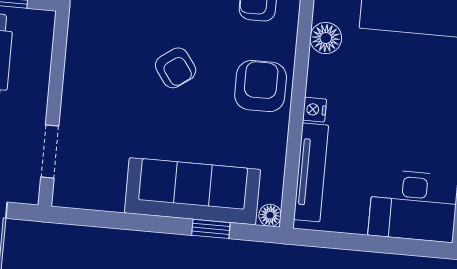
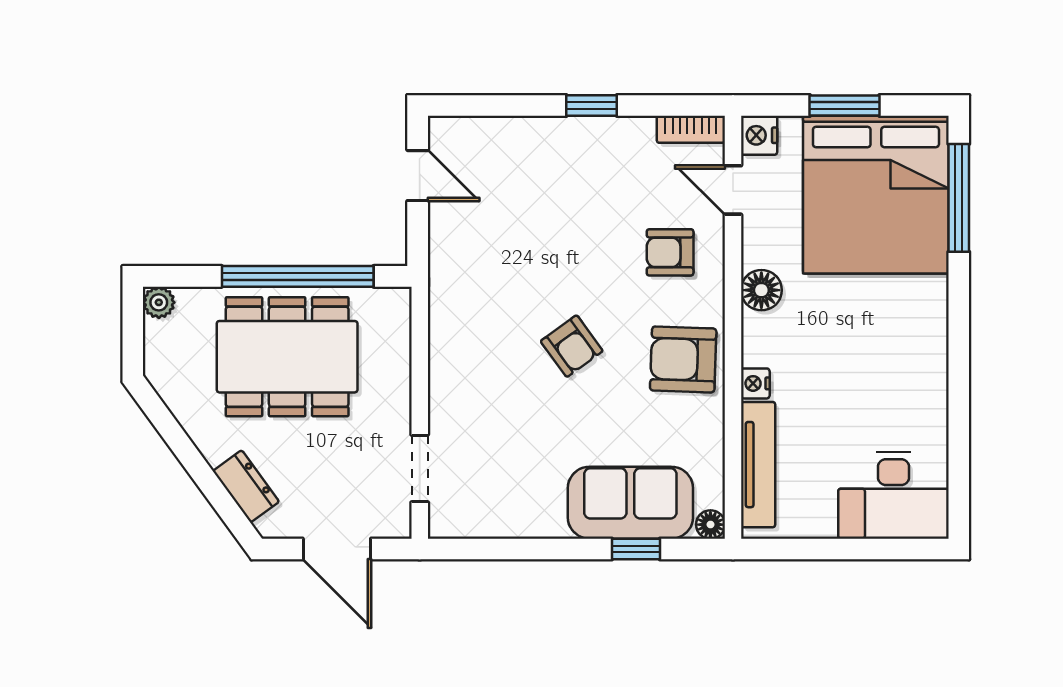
armchair: (261, 86) -> (683, 359), turned -88
sofa: (192, 191) -> (630, 503), width x0.73

